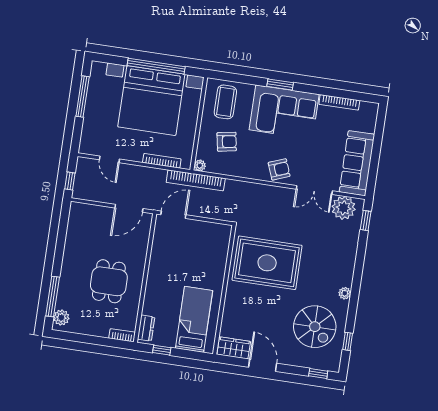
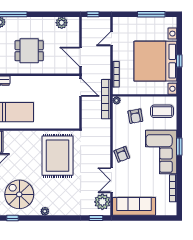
window: (156, 66) -> (179, 61), width x0.32
plant: (75, 228) -> (62, 23), added
spiral stairs: (315, 327) -> (19, 194), turned 90

